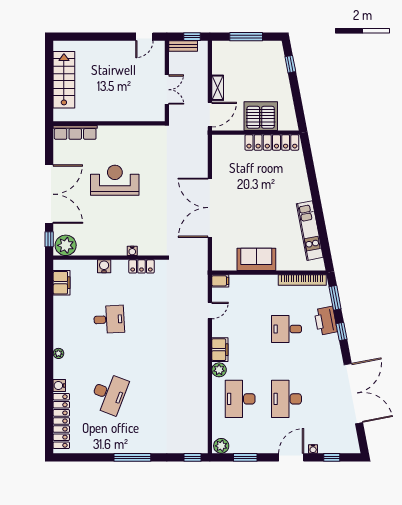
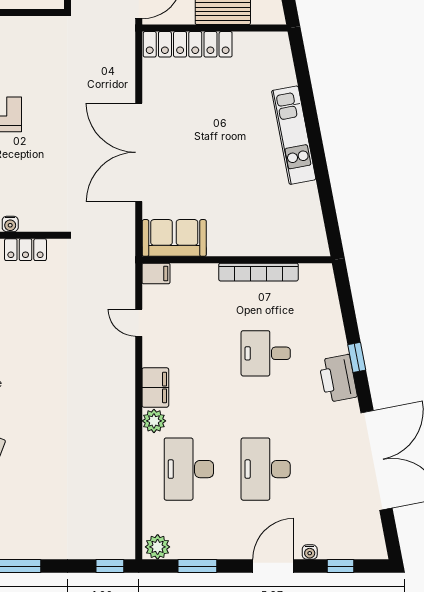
locker: (272, 142) -> (188, 44), moved
kitchen unit: (310, 231) -> (294, 135), moved
sofa: (256, 259) -> (174, 238), moved
bookcase: (302, 280) -> (258, 272), moved
window: (335, 298) -> (346, 302), removed
door: (210, 311) -> (139, 323), swing flipped
printer: (326, 321) -> (338, 378), moved

